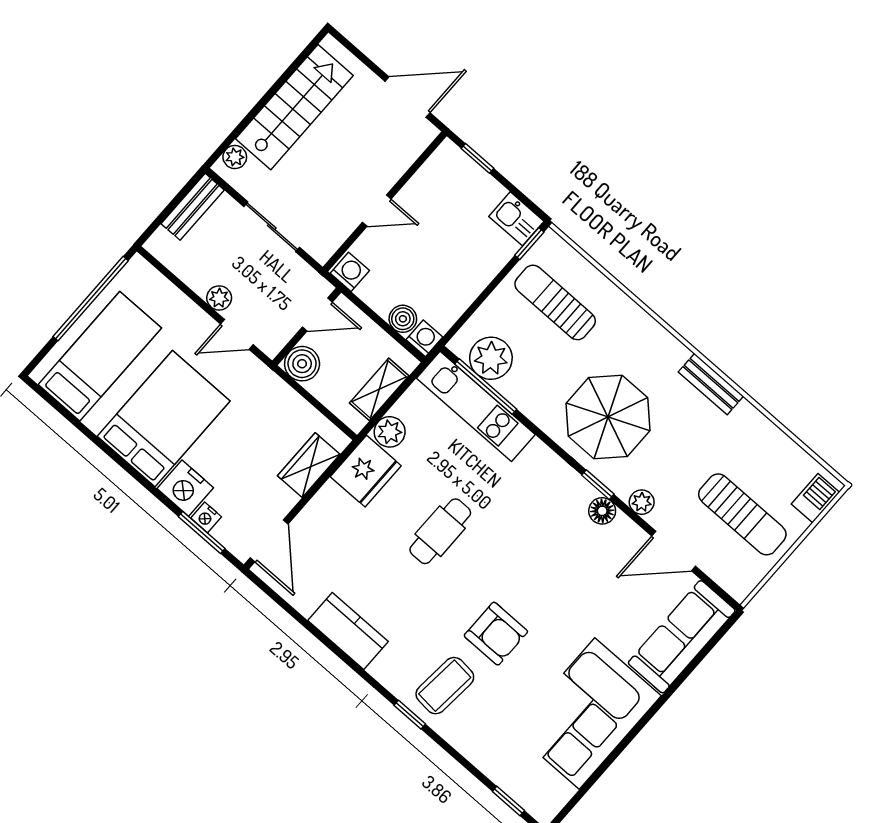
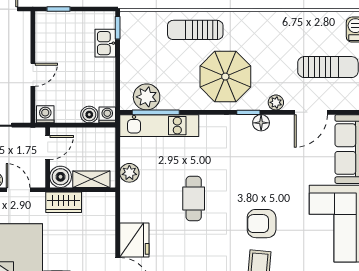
kitchen sink: (516, 219) -> (105, 43), moved, turned 90
sun lounger: (555, 302) -> (195, 30), moved
door: (237, 334) -> (18, 190), swing flipped
bench: (711, 384) -> (260, 19), removed
shelving: (379, 389) -> (91, 179), moved, turned 90
wardrobe: (309, 465) -> (64, 202), moved, turned -90
fridge: (366, 471) -> (134, 240), moved
armchair: (496, 634) -> (262, 224), turned 180

